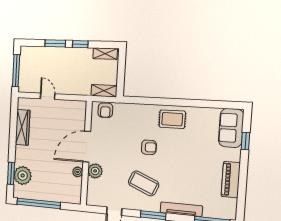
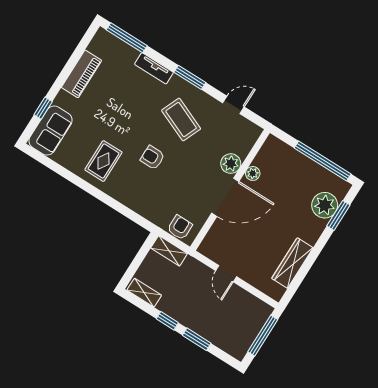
door: (48, 96) -> (226, 274), moved
rug: (172, 119) -> (103, 161), moved, turned 90
tv unit: (181, 209) -> (154, 68), width x0.71

